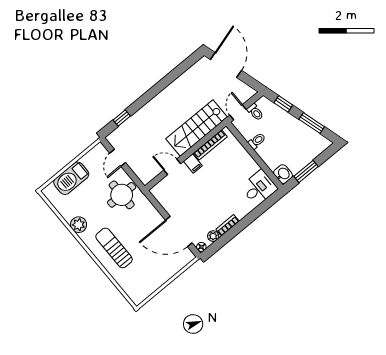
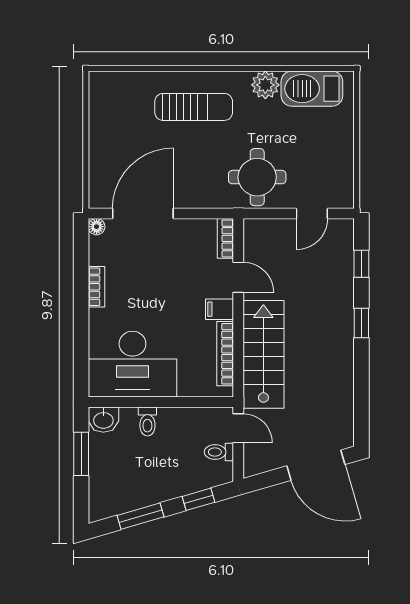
window: (147, 97) -> (361, 323), added
toilet: (257, 141) -> (147, 422), moved
door: (118, 158) -> (312, 214), swing flipped
door: (172, 167) -> (238, 277), hinge flipped
barbecue: (71, 178) -> (312, 89), moved, turned -90
bookcase: (160, 187) -> (225, 238), added
desk: (259, 188) -> (132, 364), width x1.87, depth x1.30
plant: (213, 236) -> (98, 255), removed

